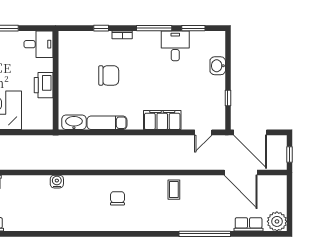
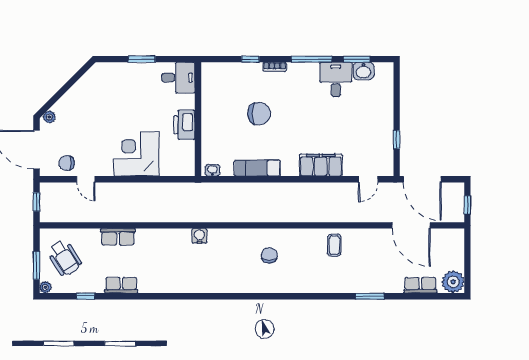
washbasin: (218, 66) -> (364, 71), moved, turned -90
washbasin: (74, 122) -> (212, 170), width x0.52, depth x0.69
window: (205, 234) -> (370, 296), width x0.47

